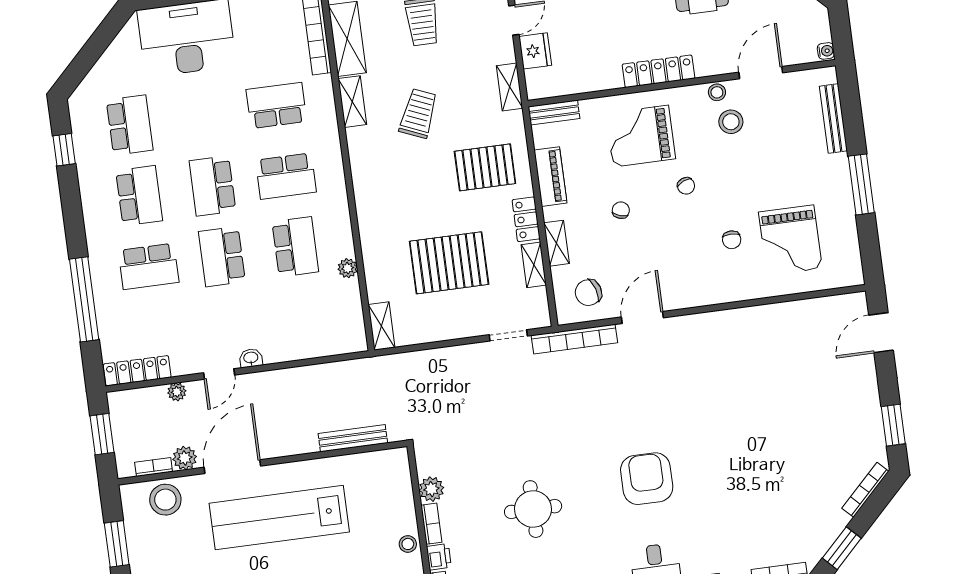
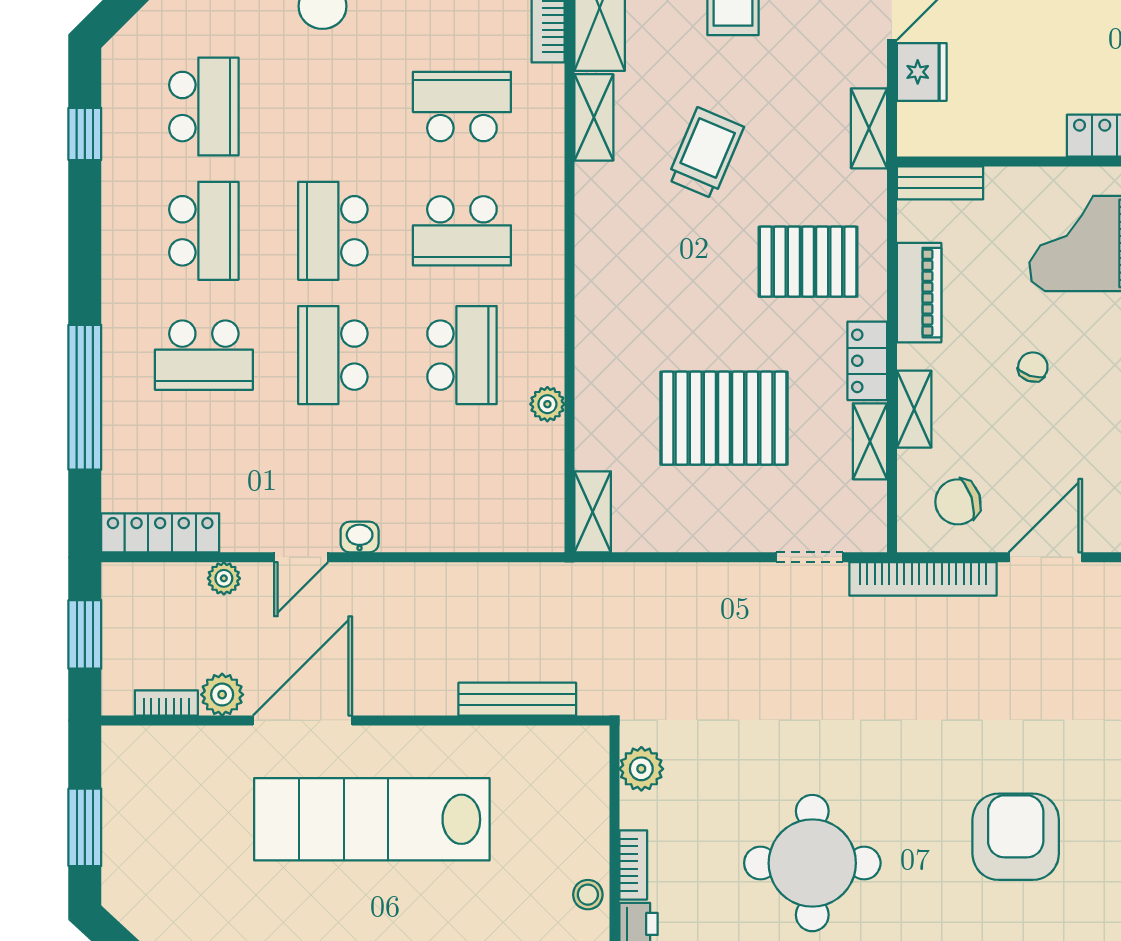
plant: (431, 489) -> (641, 769), moved
stool: (165, 500) -> (179, 762), removed
round table: (533, 509) -> (812, 863), width x1.36, depth x1.36

